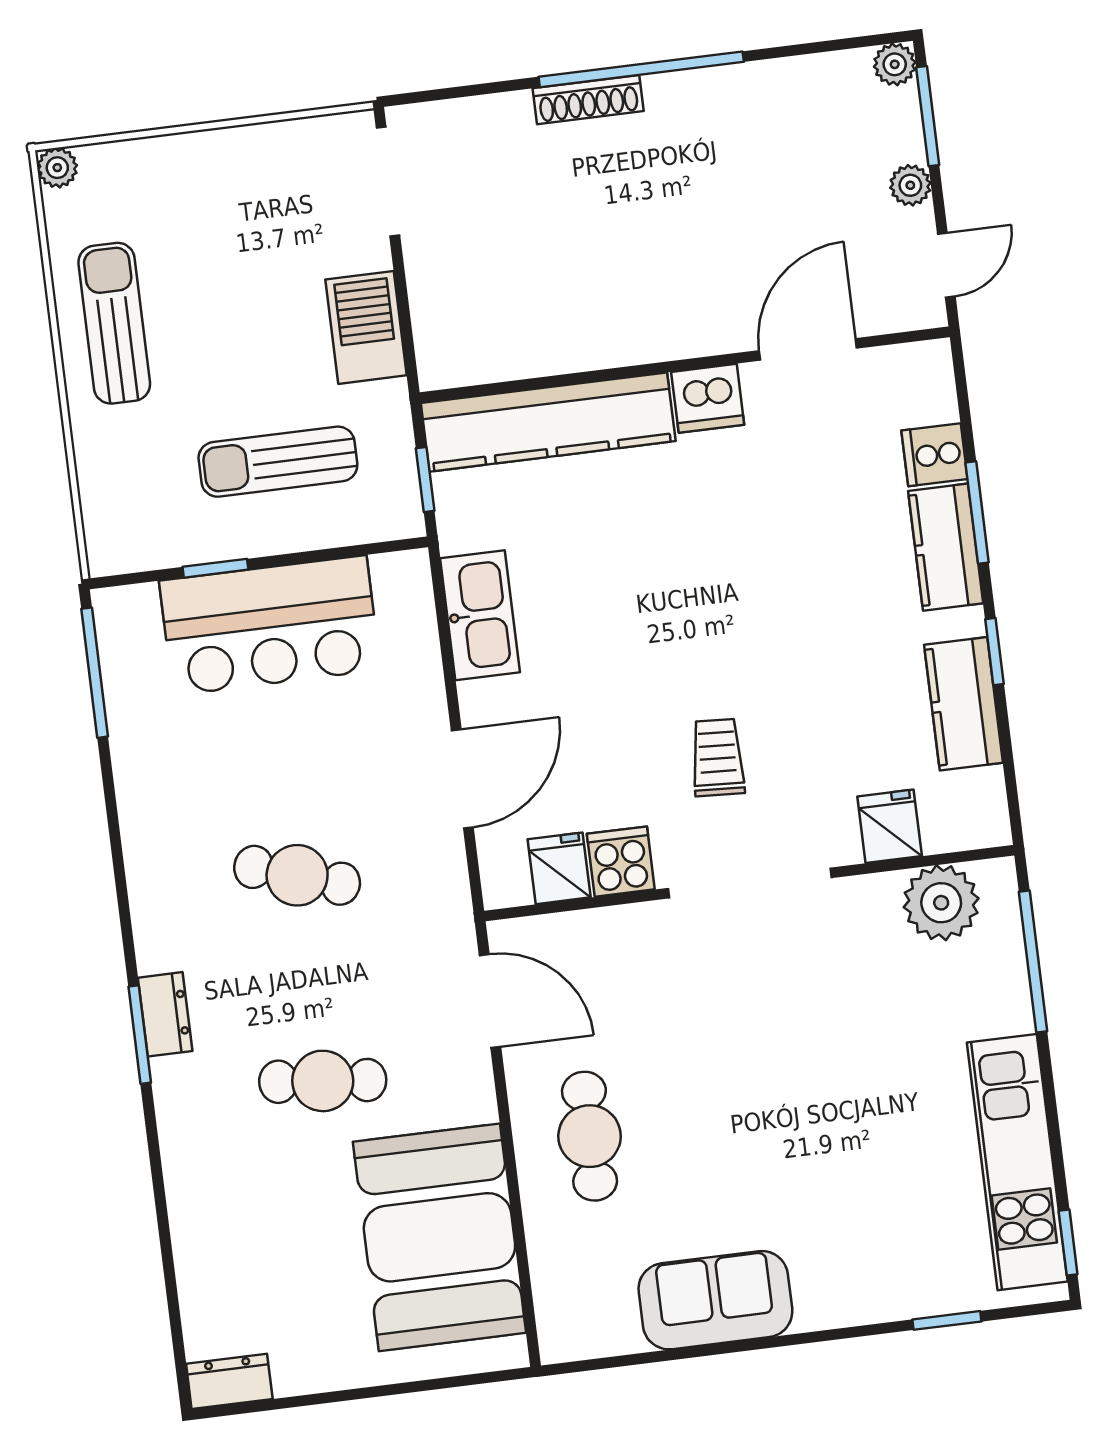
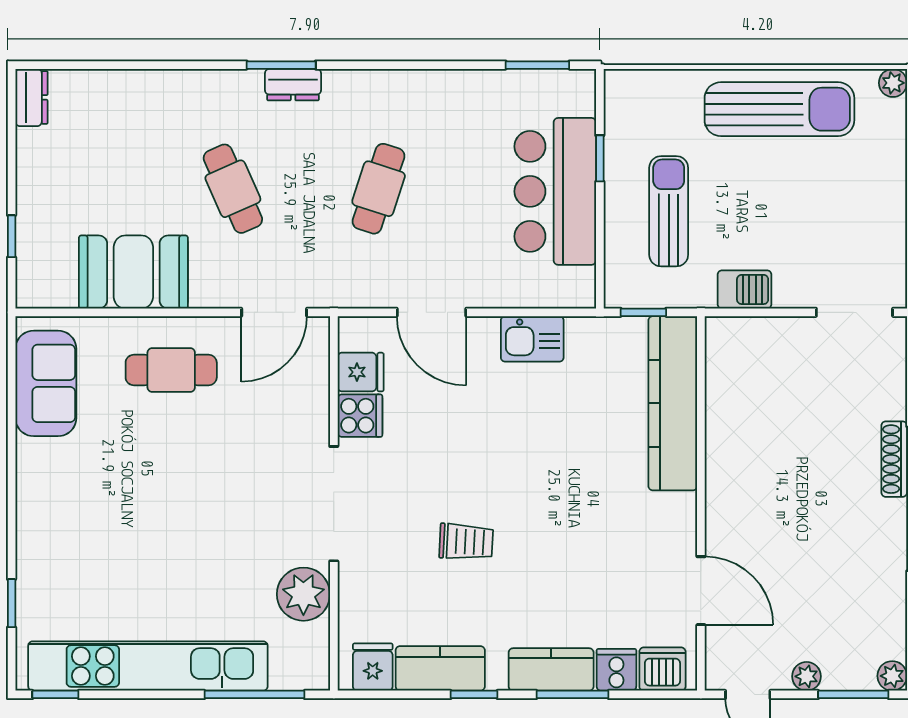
sun lounger: (114, 323) -> (779, 109), width x1.36, depth x1.34
barbecue: (366, 327) -> (745, 289), width x0.73, depth x0.79
dishwasher: (708, 398) -> (662, 669), moved, turned 90
kitchen sink: (480, 615) -> (532, 339), width x0.73
window: (95, 673) -> (537, 65), width x0.69
trolley: (718, 757) -> (466, 542), moved
fridge: (890, 826) -> (373, 667), moved, turned -90
plant: (941, 903) -> (303, 594), moved
cafe table: (323, 1081) -> (233, 189), turned -30
kitchen unit: (1017, 1162) -> (148, 666), width x1.36
booth: (439, 1237) -> (133, 272), width x0.73, depth x0.70
sofa: (715, 1300) -> (46, 383), moved
window: (429, 1385) -> (12, 236), added

